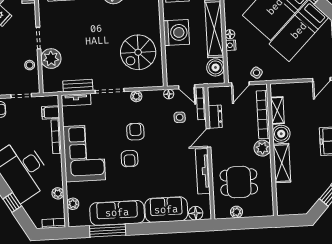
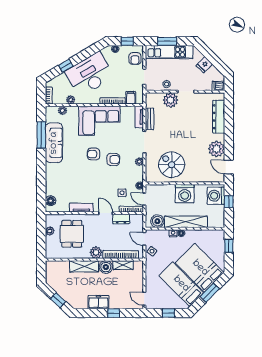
door: (187, 87) -> (144, 199), hinge flipped
tv unit: (203, 171) -> (81, 208), width x0.71
sofa: (166, 210) -> (54, 179), removed

